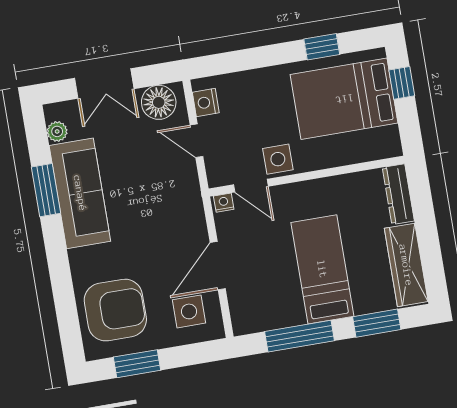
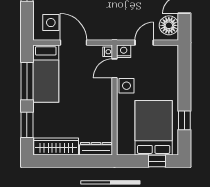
nightstand: (206, 102) -> (124, 51), moved
bed: (322, 269) -> (46, 74), moved, turned 90

